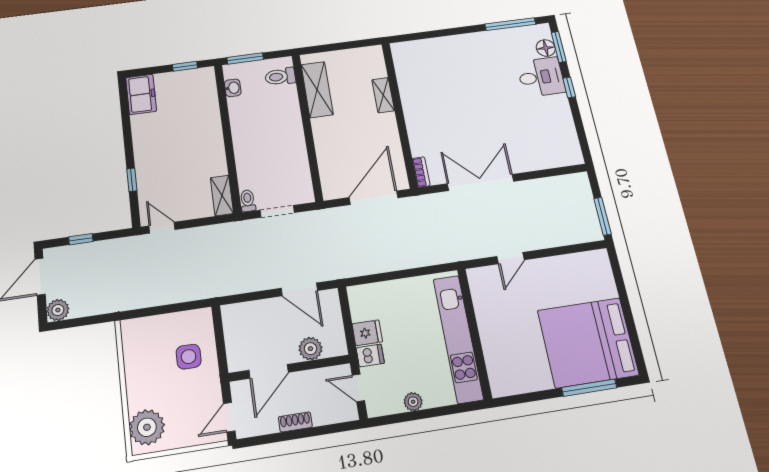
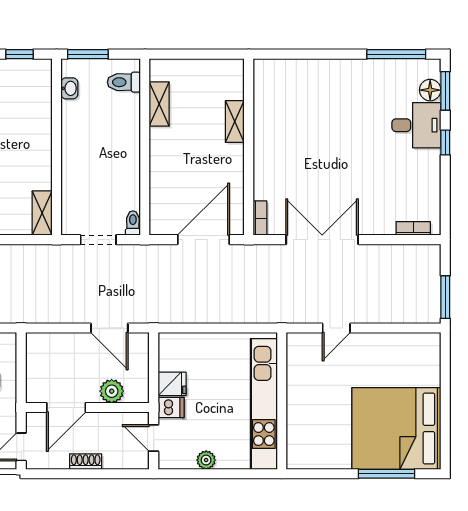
shelving: (317, 90) -> (159, 104), width x0.67, depth x0.75
bookcase: (559, 162) -> (413, 228), added
toilet: (248, 201) -> (133, 223), moved

